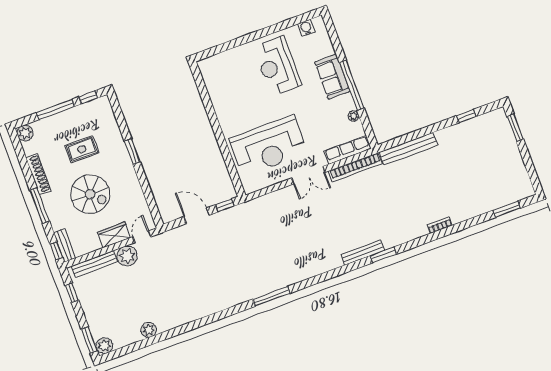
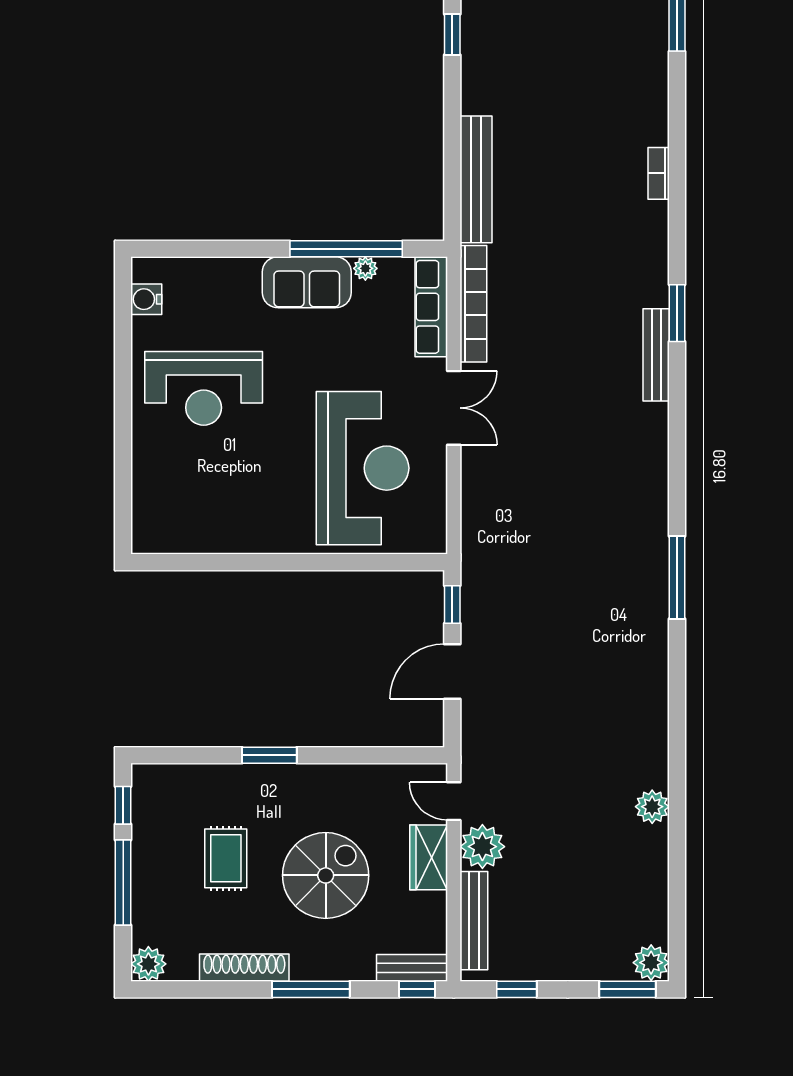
sofa: (332, 77) -> (307, 282), moved
window: (352, 85) -> (346, 249), moved
plant: (149, 330) -> (652, 807), moved

